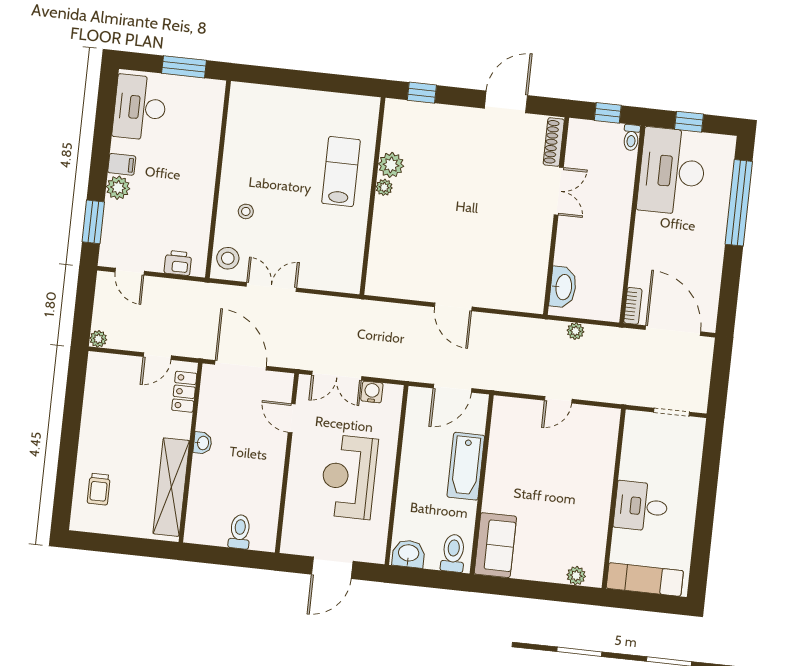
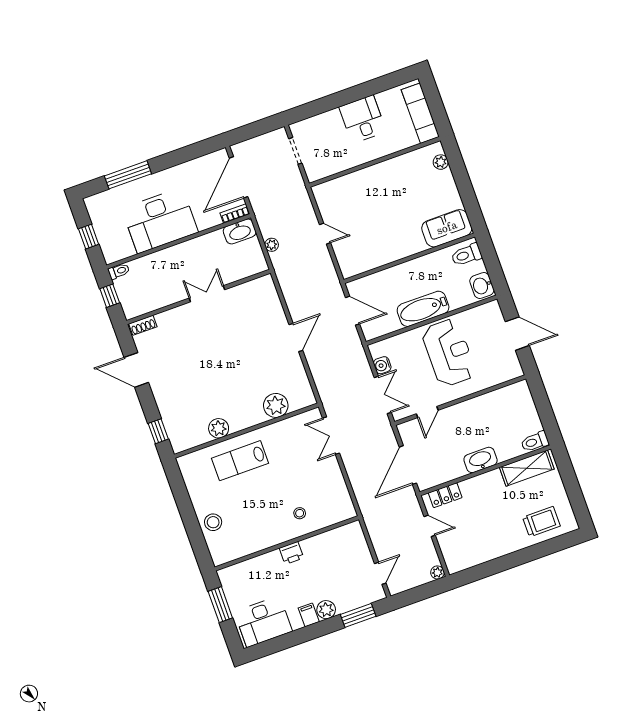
shoe rack: (554, 142) -> (143, 325), width x0.70
desk: (672, 171) -> (160, 220), moved
plant: (384, 187) -> (276, 405), moved, width x1.88, depth x1.88
double door: (559, 191) -> (207, 294), moved
window: (739, 203) -> (128, 175), width x0.68
stool: (228, 258) -> (213, 522), moved
printer: (178, 263) -> (291, 553), moved, turned -90
double door: (271, 287) -> (331, 436), moved
washbasin: (563, 287) -> (240, 231), moved, turned 180
washbasin: (203, 443) -> (481, 460), width x1.91, depth x1.45
bathtub: (466, 466) -> (423, 309), moved, turned 180
reception desk: (349, 477) -> (449, 353), turned -90
shelving: (171, 487) -> (527, 468), width x0.68
trolley: (99, 489) -> (541, 522), width x1.36, depth x1.39
desk: (641, 506) -> (363, 119), moved, turned 180
toilet: (240, 532) -> (535, 442), moved

